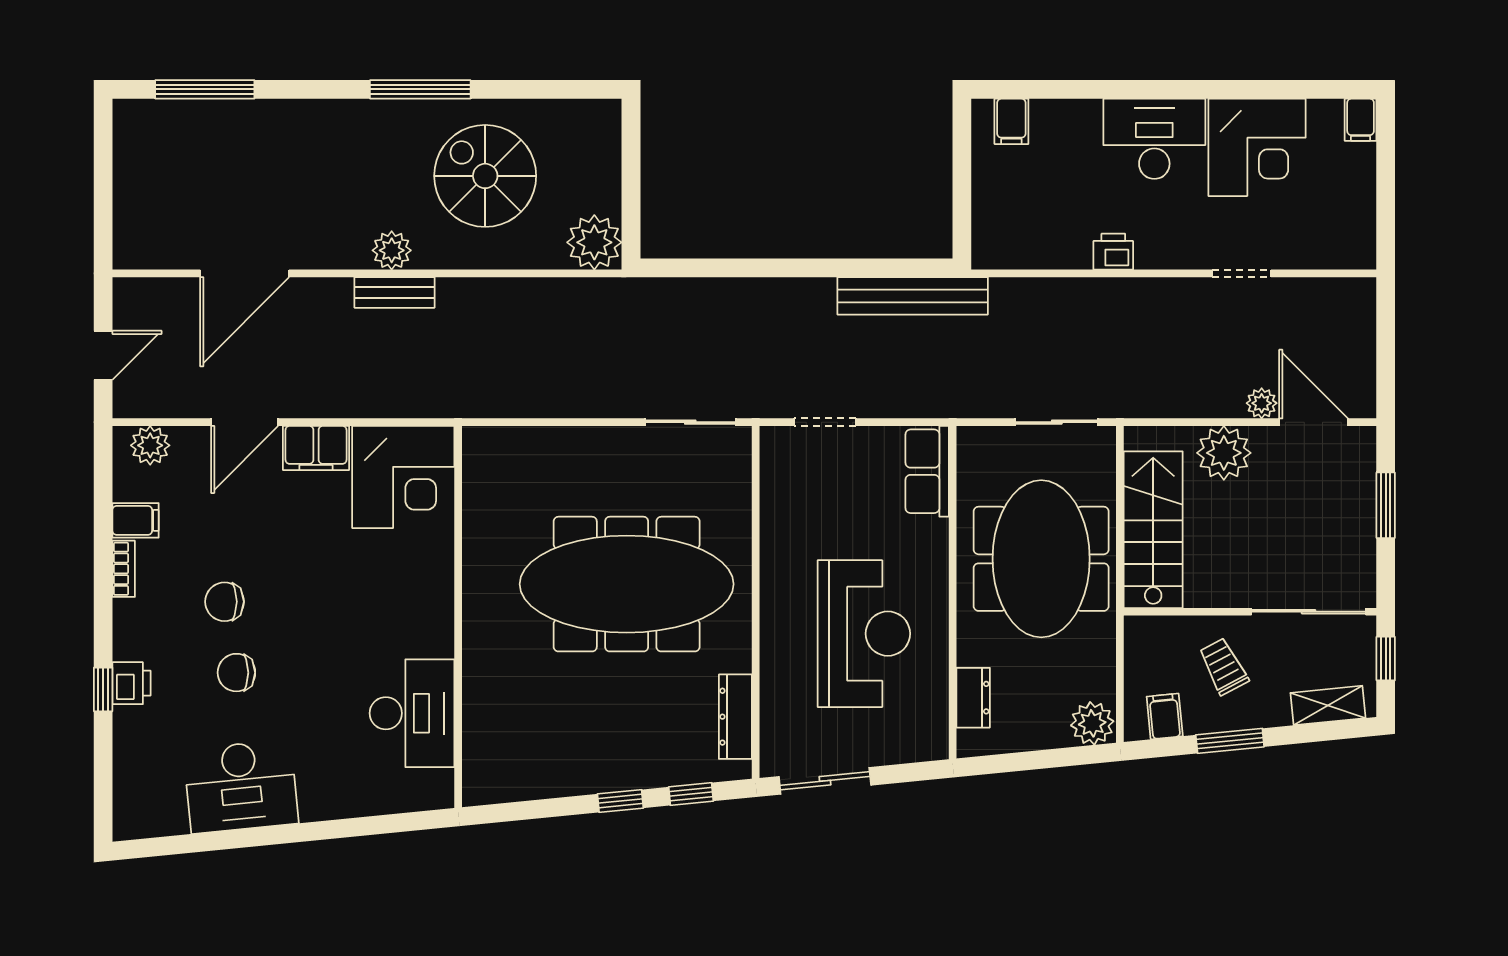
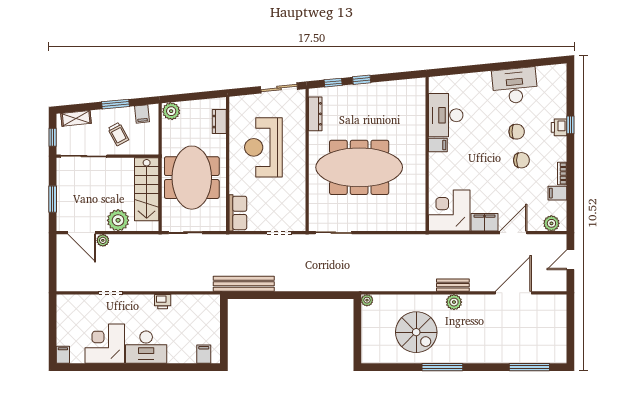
plant: (594, 242) -> (367, 300), width x0.53, depth x0.53
filing cabinet: (432, 639) -> (438, 145), added

